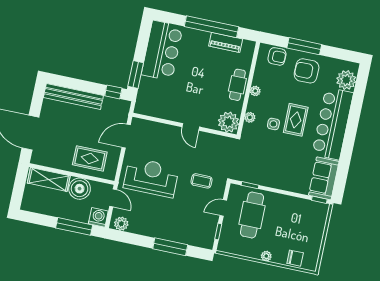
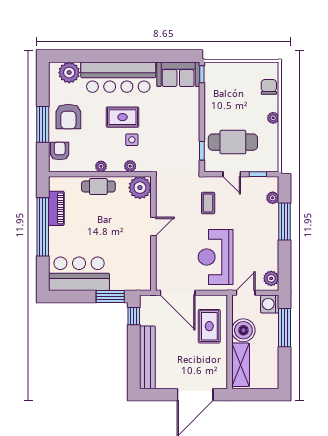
door: (126, 136) -> (178, 293), width x1.36
plant: (194, 240) -> (273, 198), added

